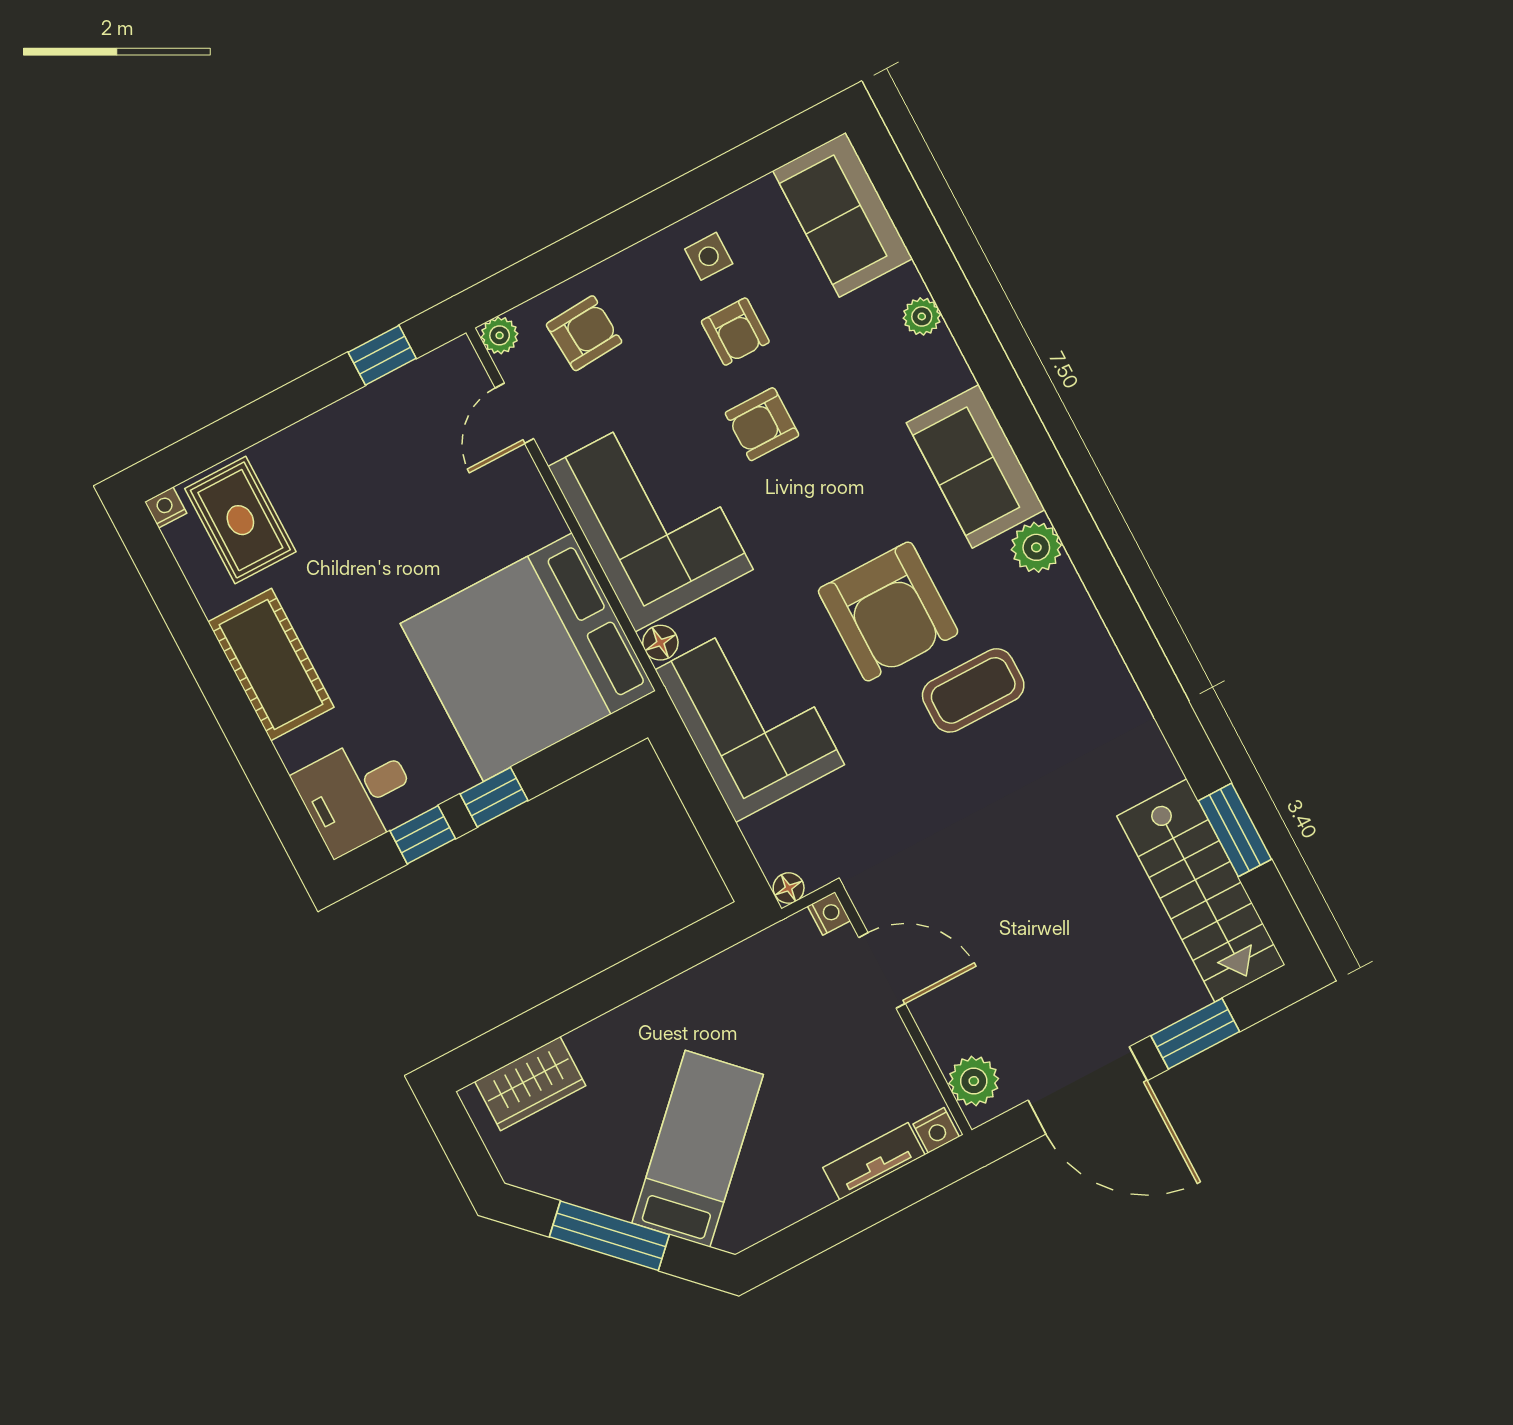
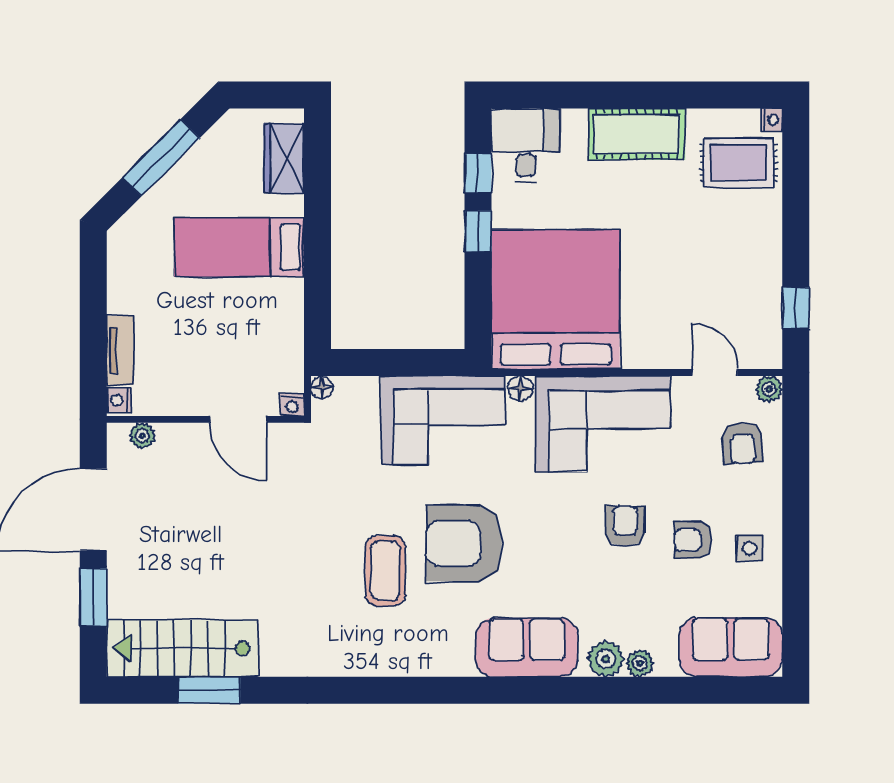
plant: (1036, 547) -> (606, 659), moved
door: (882, 970) -> (238, 419), hinge flipped
plant: (974, 1081) -> (142, 436), width x0.73, depth x0.73
bed: (698, 1149) -> (239, 247), moved, turned 135

